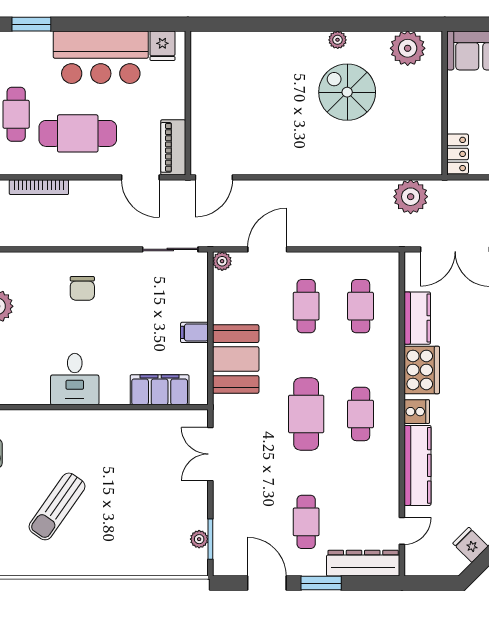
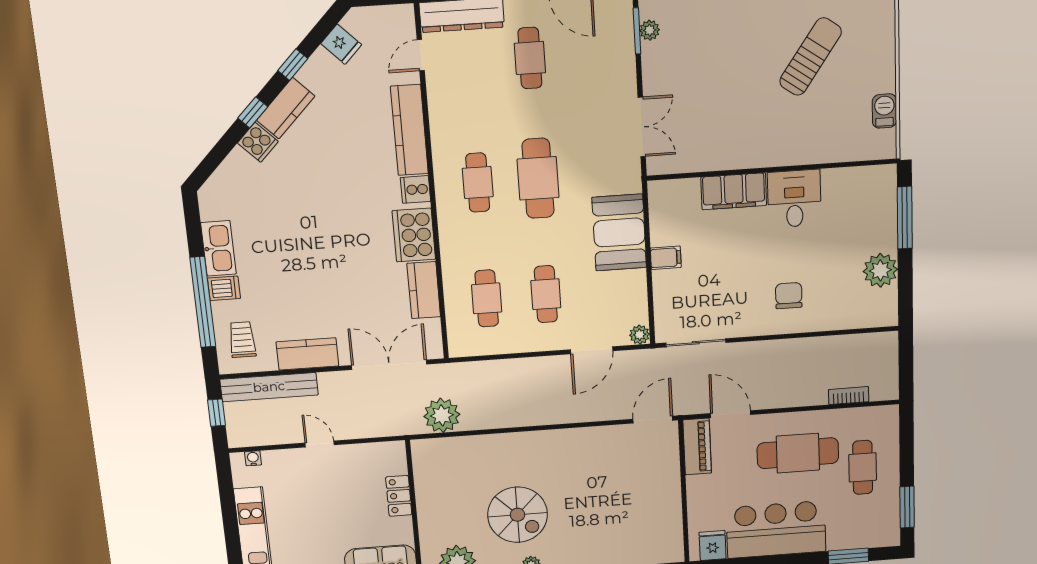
locker: (458, 154) -> (399, 496), moved
bookcase: (39, 187) -> (849, 396), width x0.64
filing cabinet: (160, 390) -> (734, 191), moved

